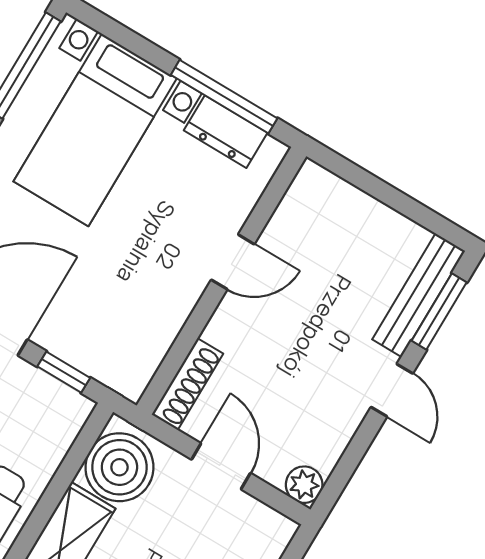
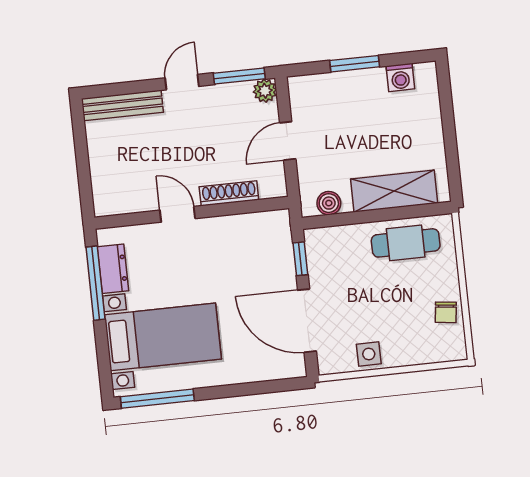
window: (439, 311) -> (239, 76), moved
shoe rack: (187, 384) -> (229, 193), moved
boiler: (119, 467) -> (329, 203), width x0.54, depth x0.54

